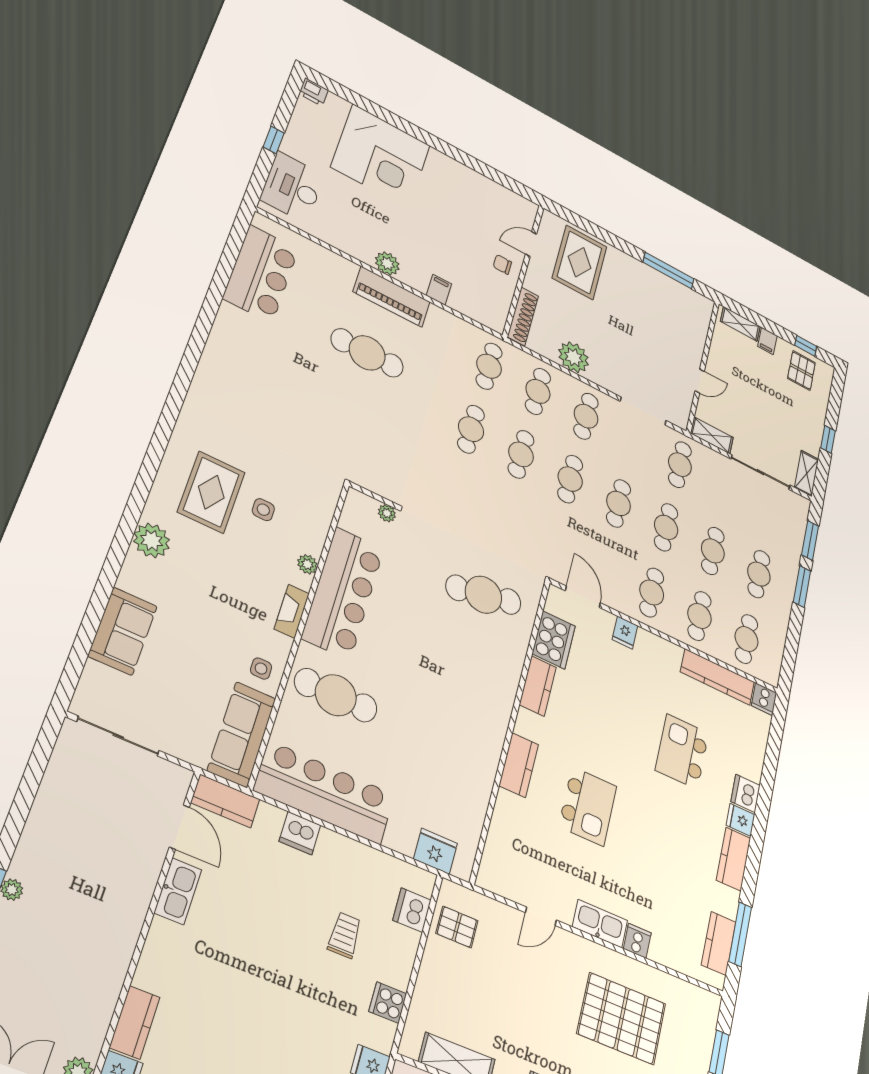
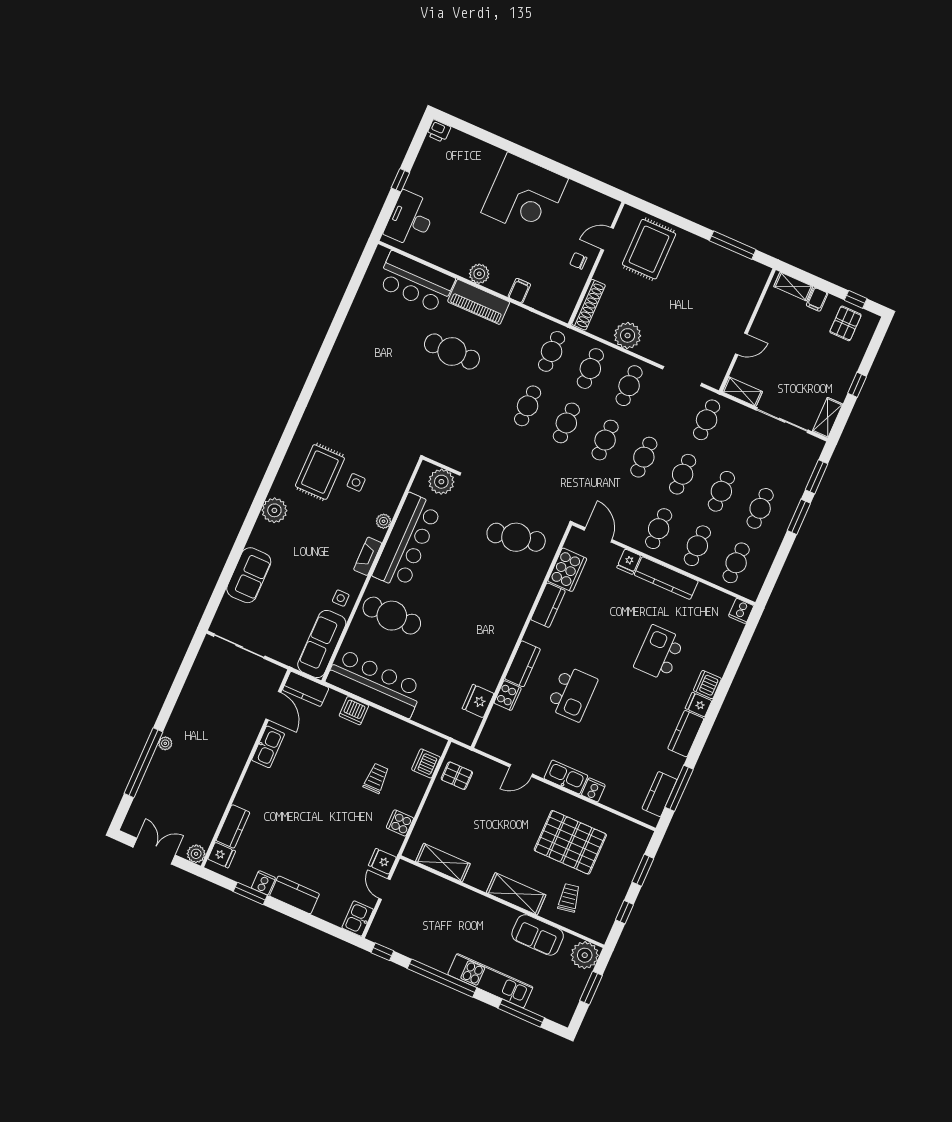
corner desk: (381, 156) -> (525, 196), moved
bar counter: (261, 274) -> (416, 282), moved, turned 90
plant: (387, 513) -> (441, 482), width x1.88, depth x1.88
kitchen counter: (717, 677) -> (666, 578), moved
cooker: (507, 809) -> (508, 696), added
fridge: (435, 851) -> (478, 701), moved, turned -90

